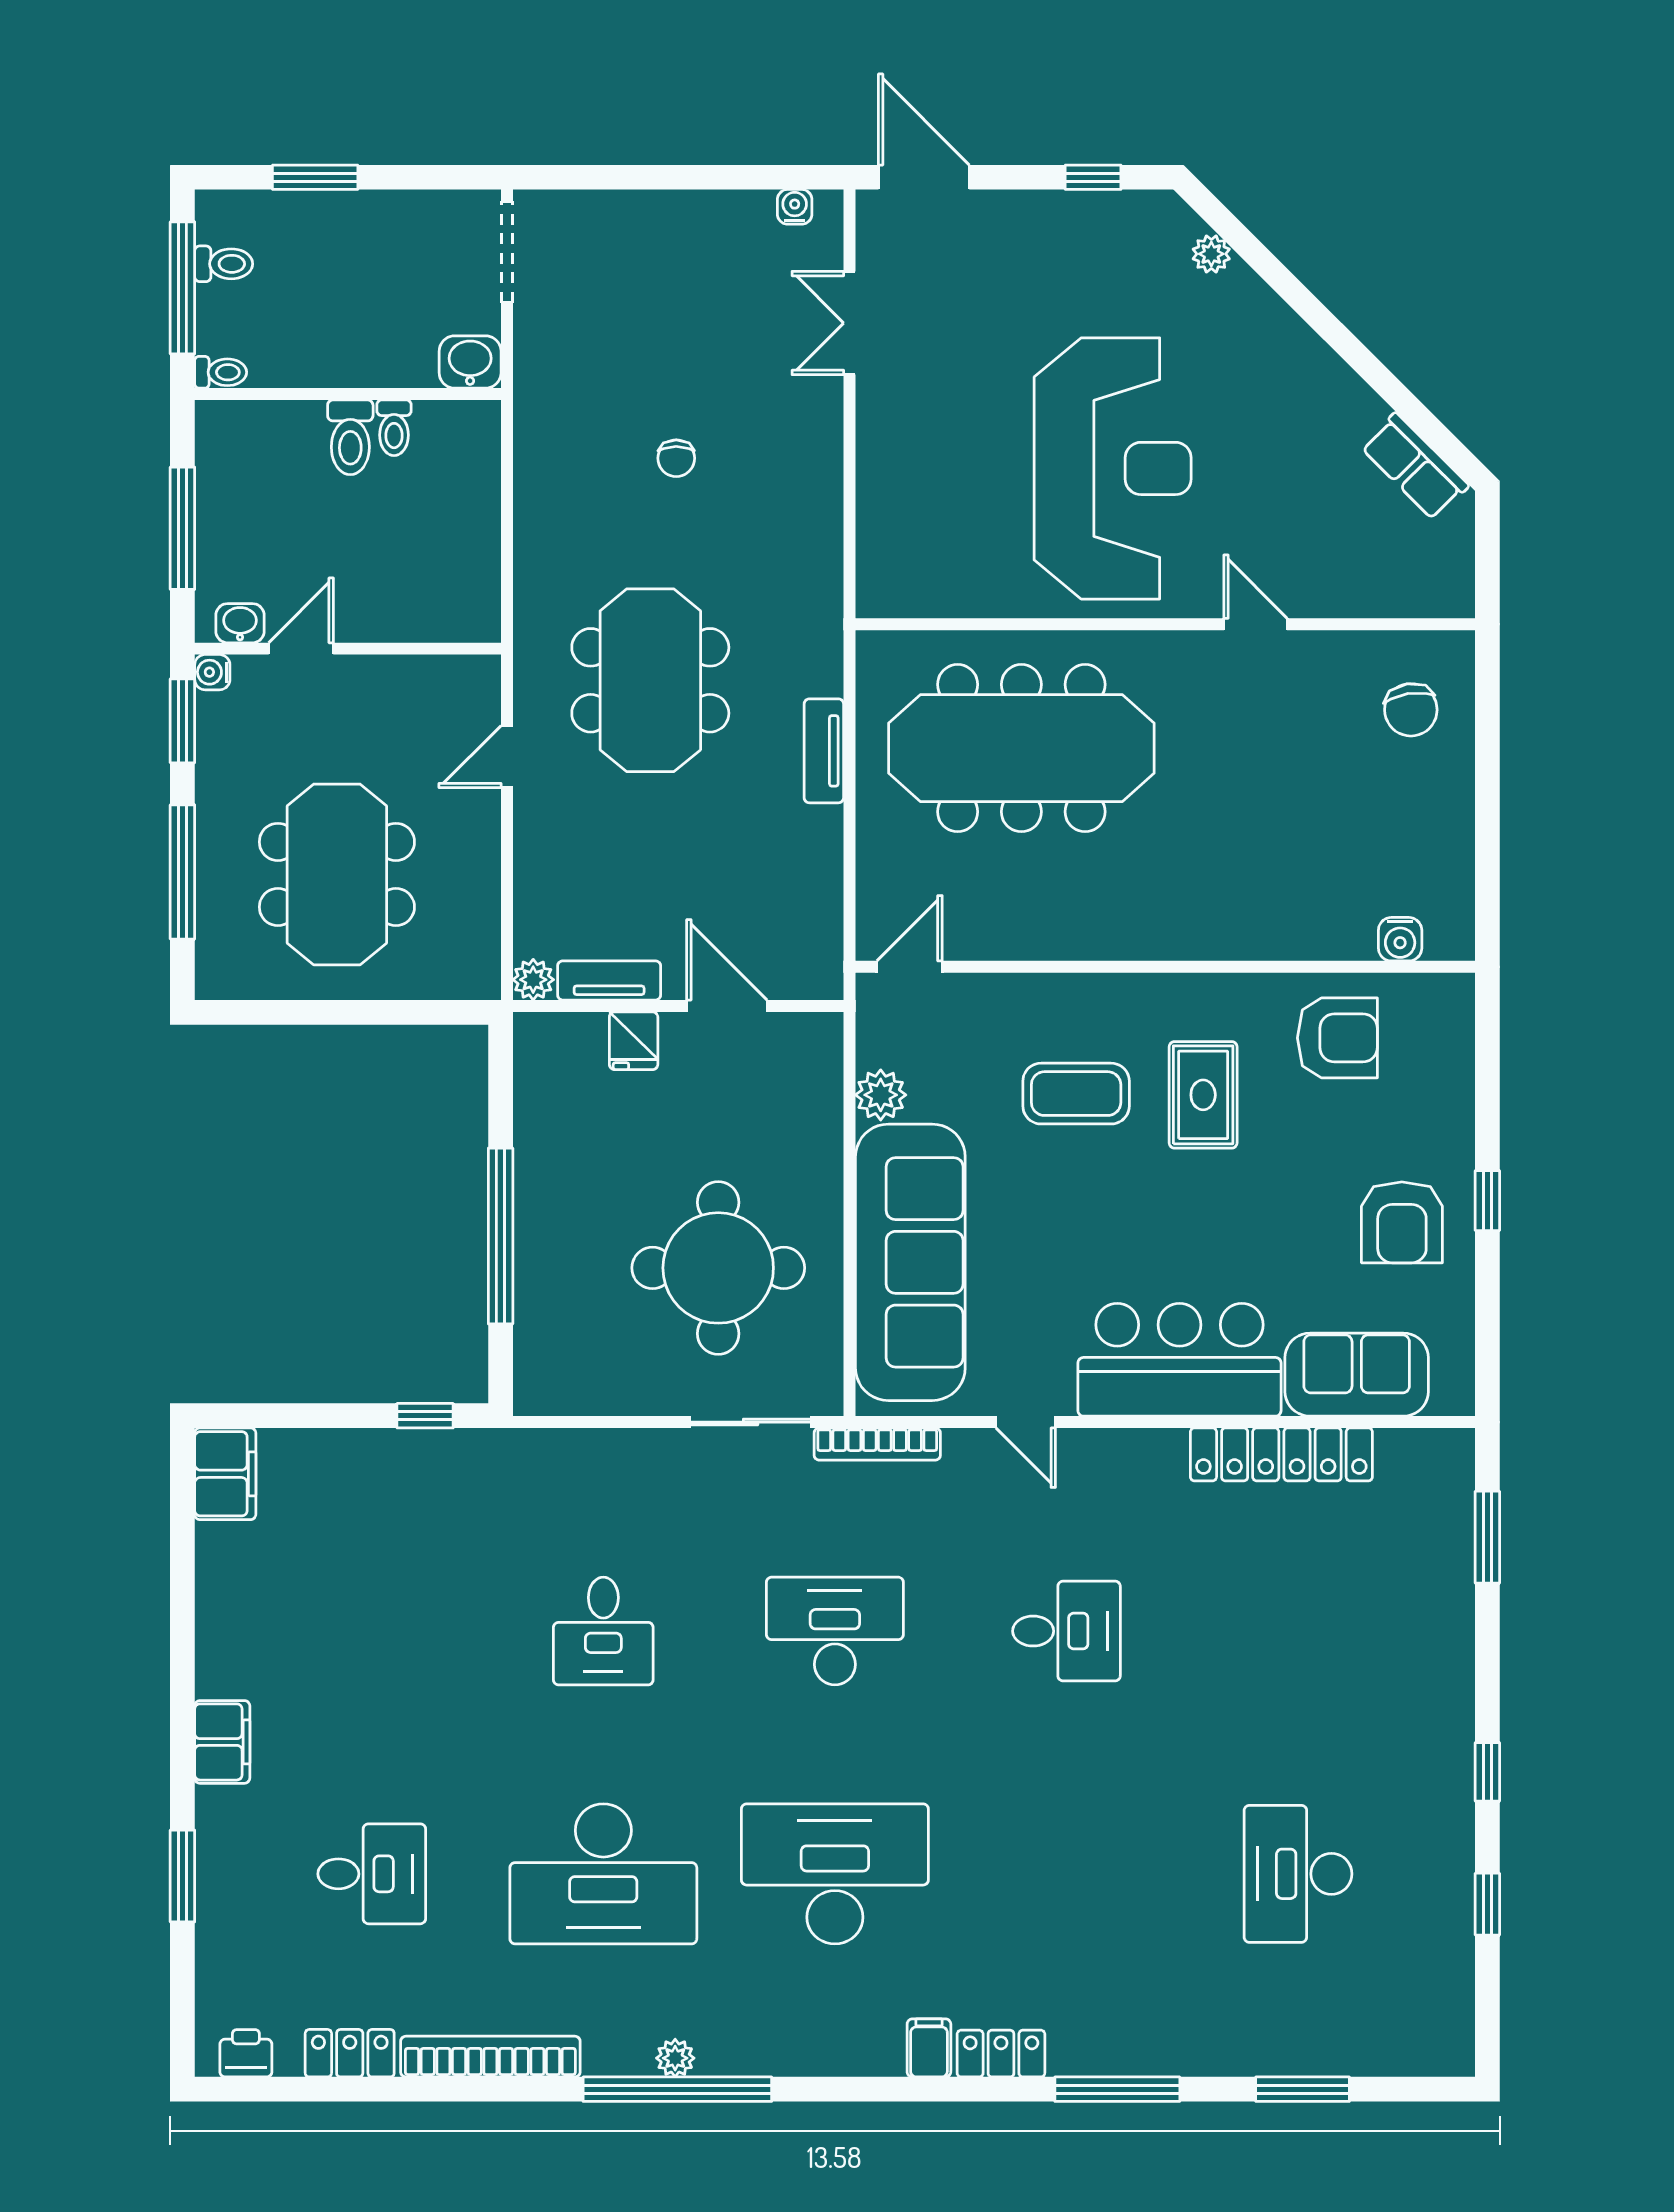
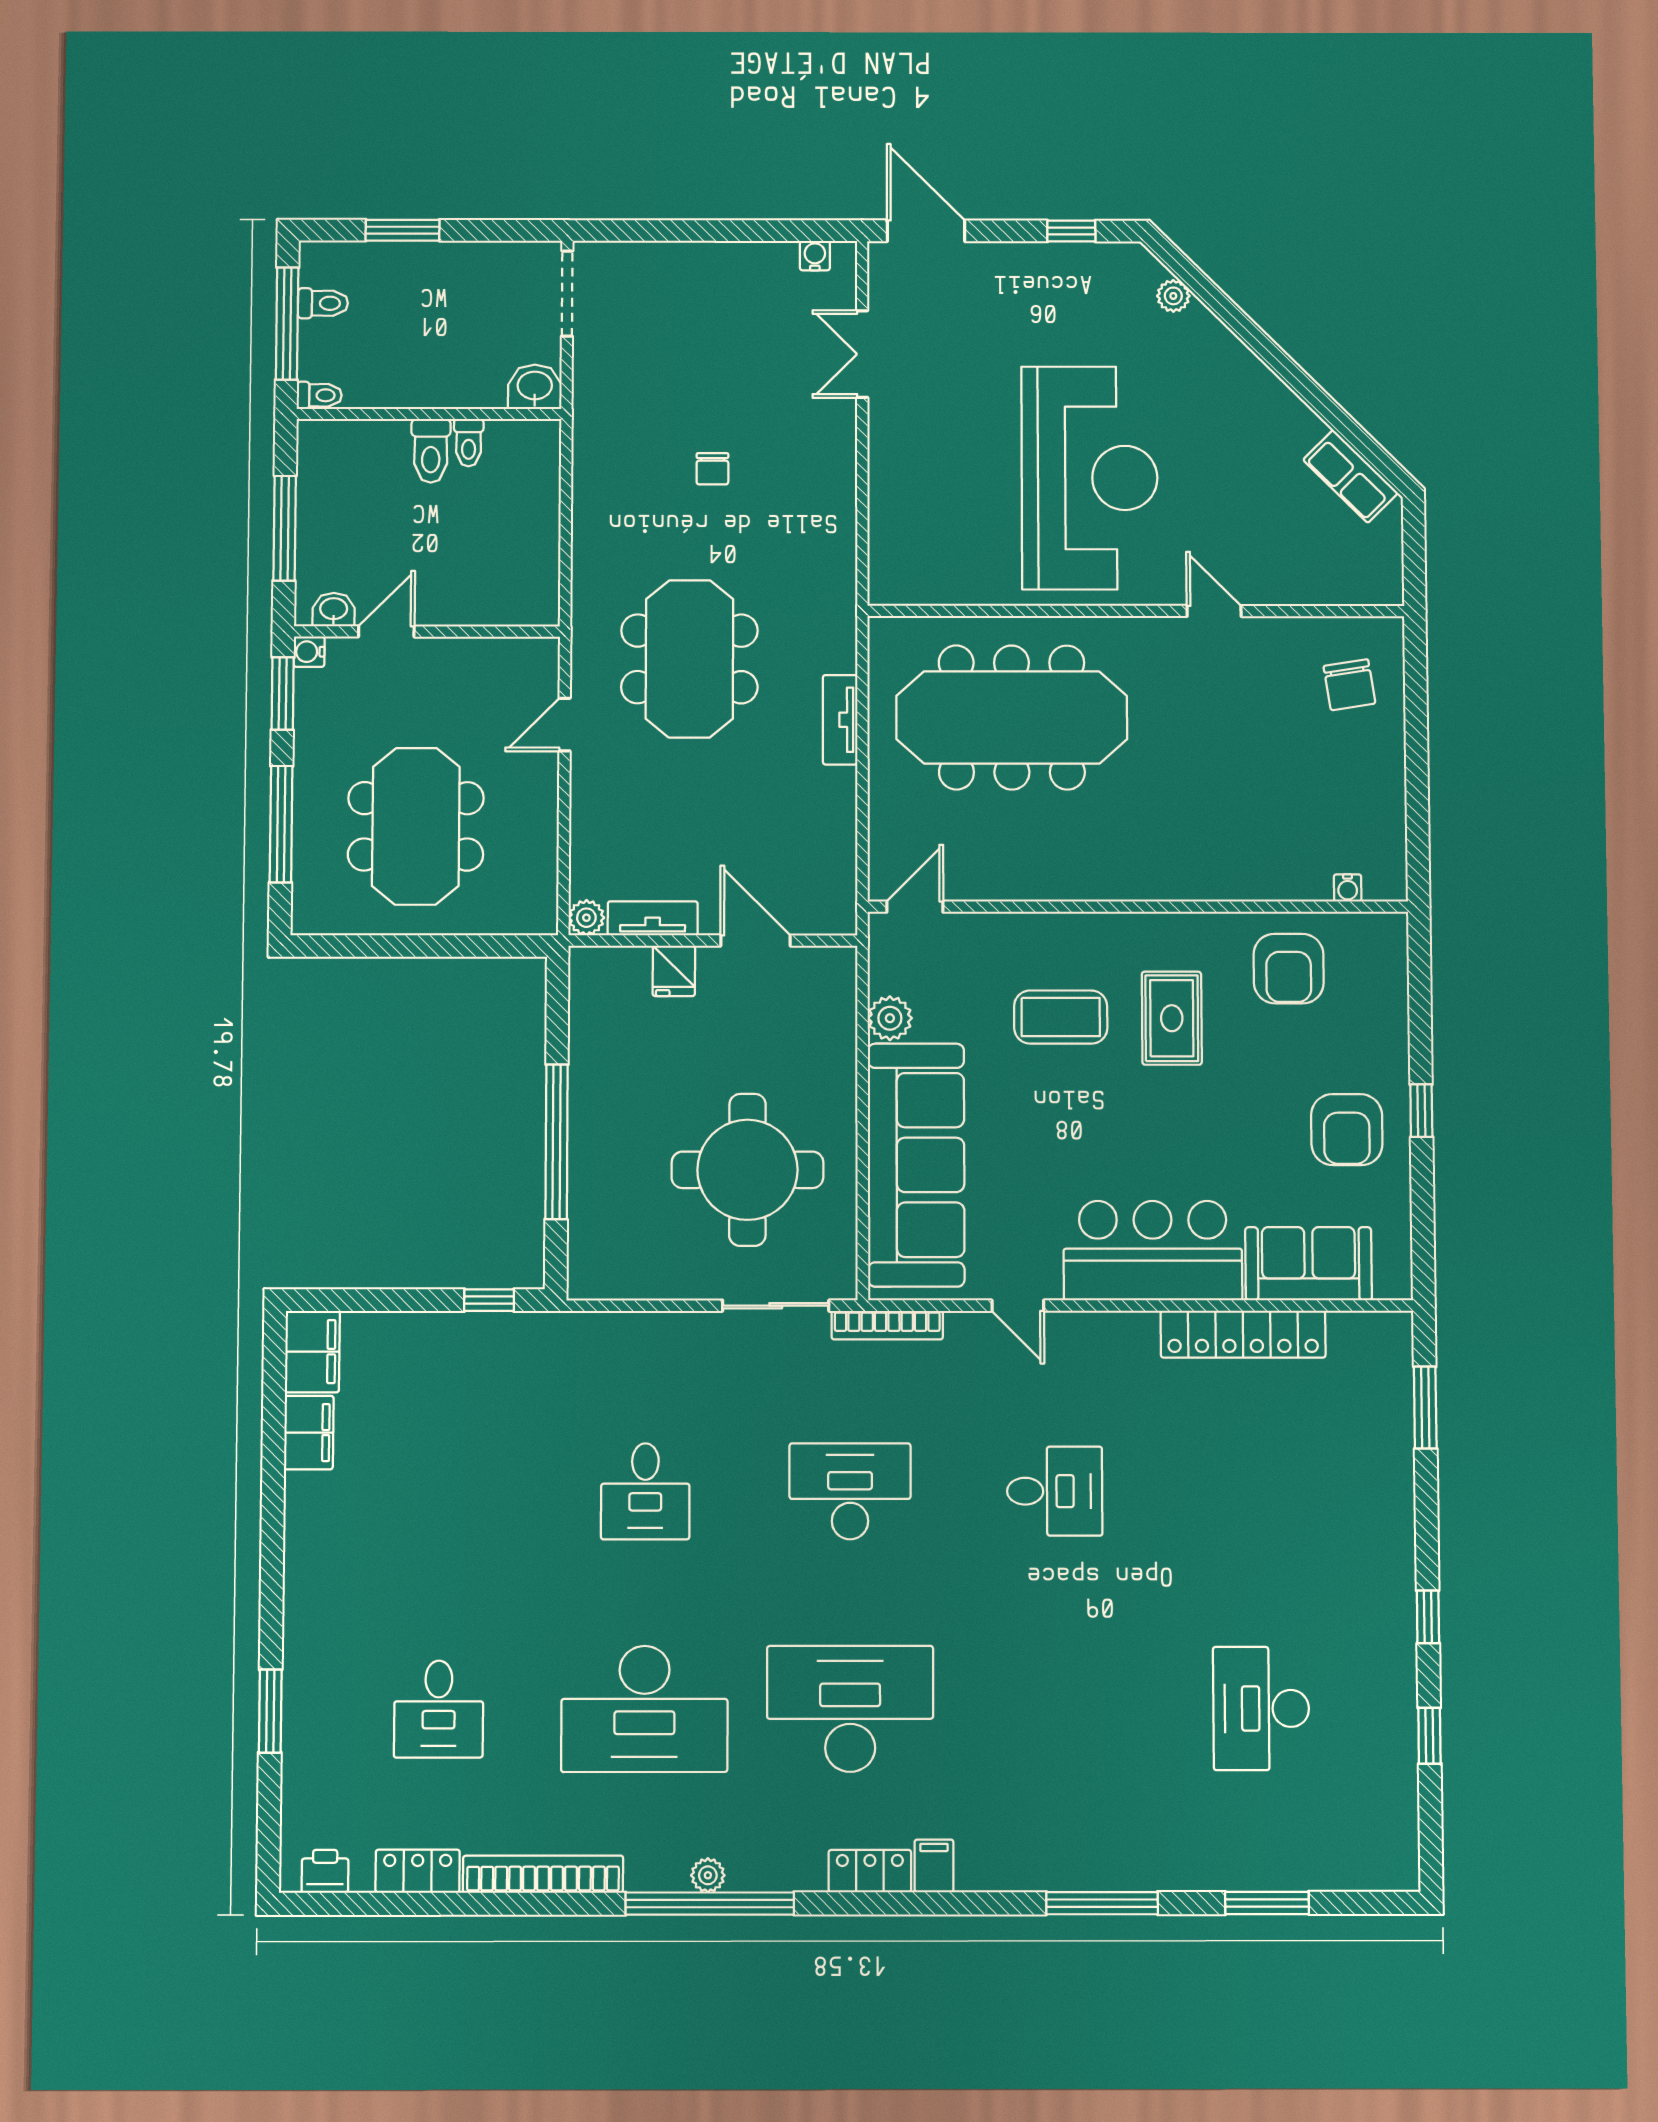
water cooler: (1400, 939) -> (1348, 888), width x0.72, depth x0.72
armchair: (1337, 1038) -> (1289, 969), turned 90
filing cabinet: (222, 1742) -> (309, 1433), moved
desk: (372, 1874) -> (439, 1709), turned 90
locker: (1001, 2054) -> (870, 1871), moved

